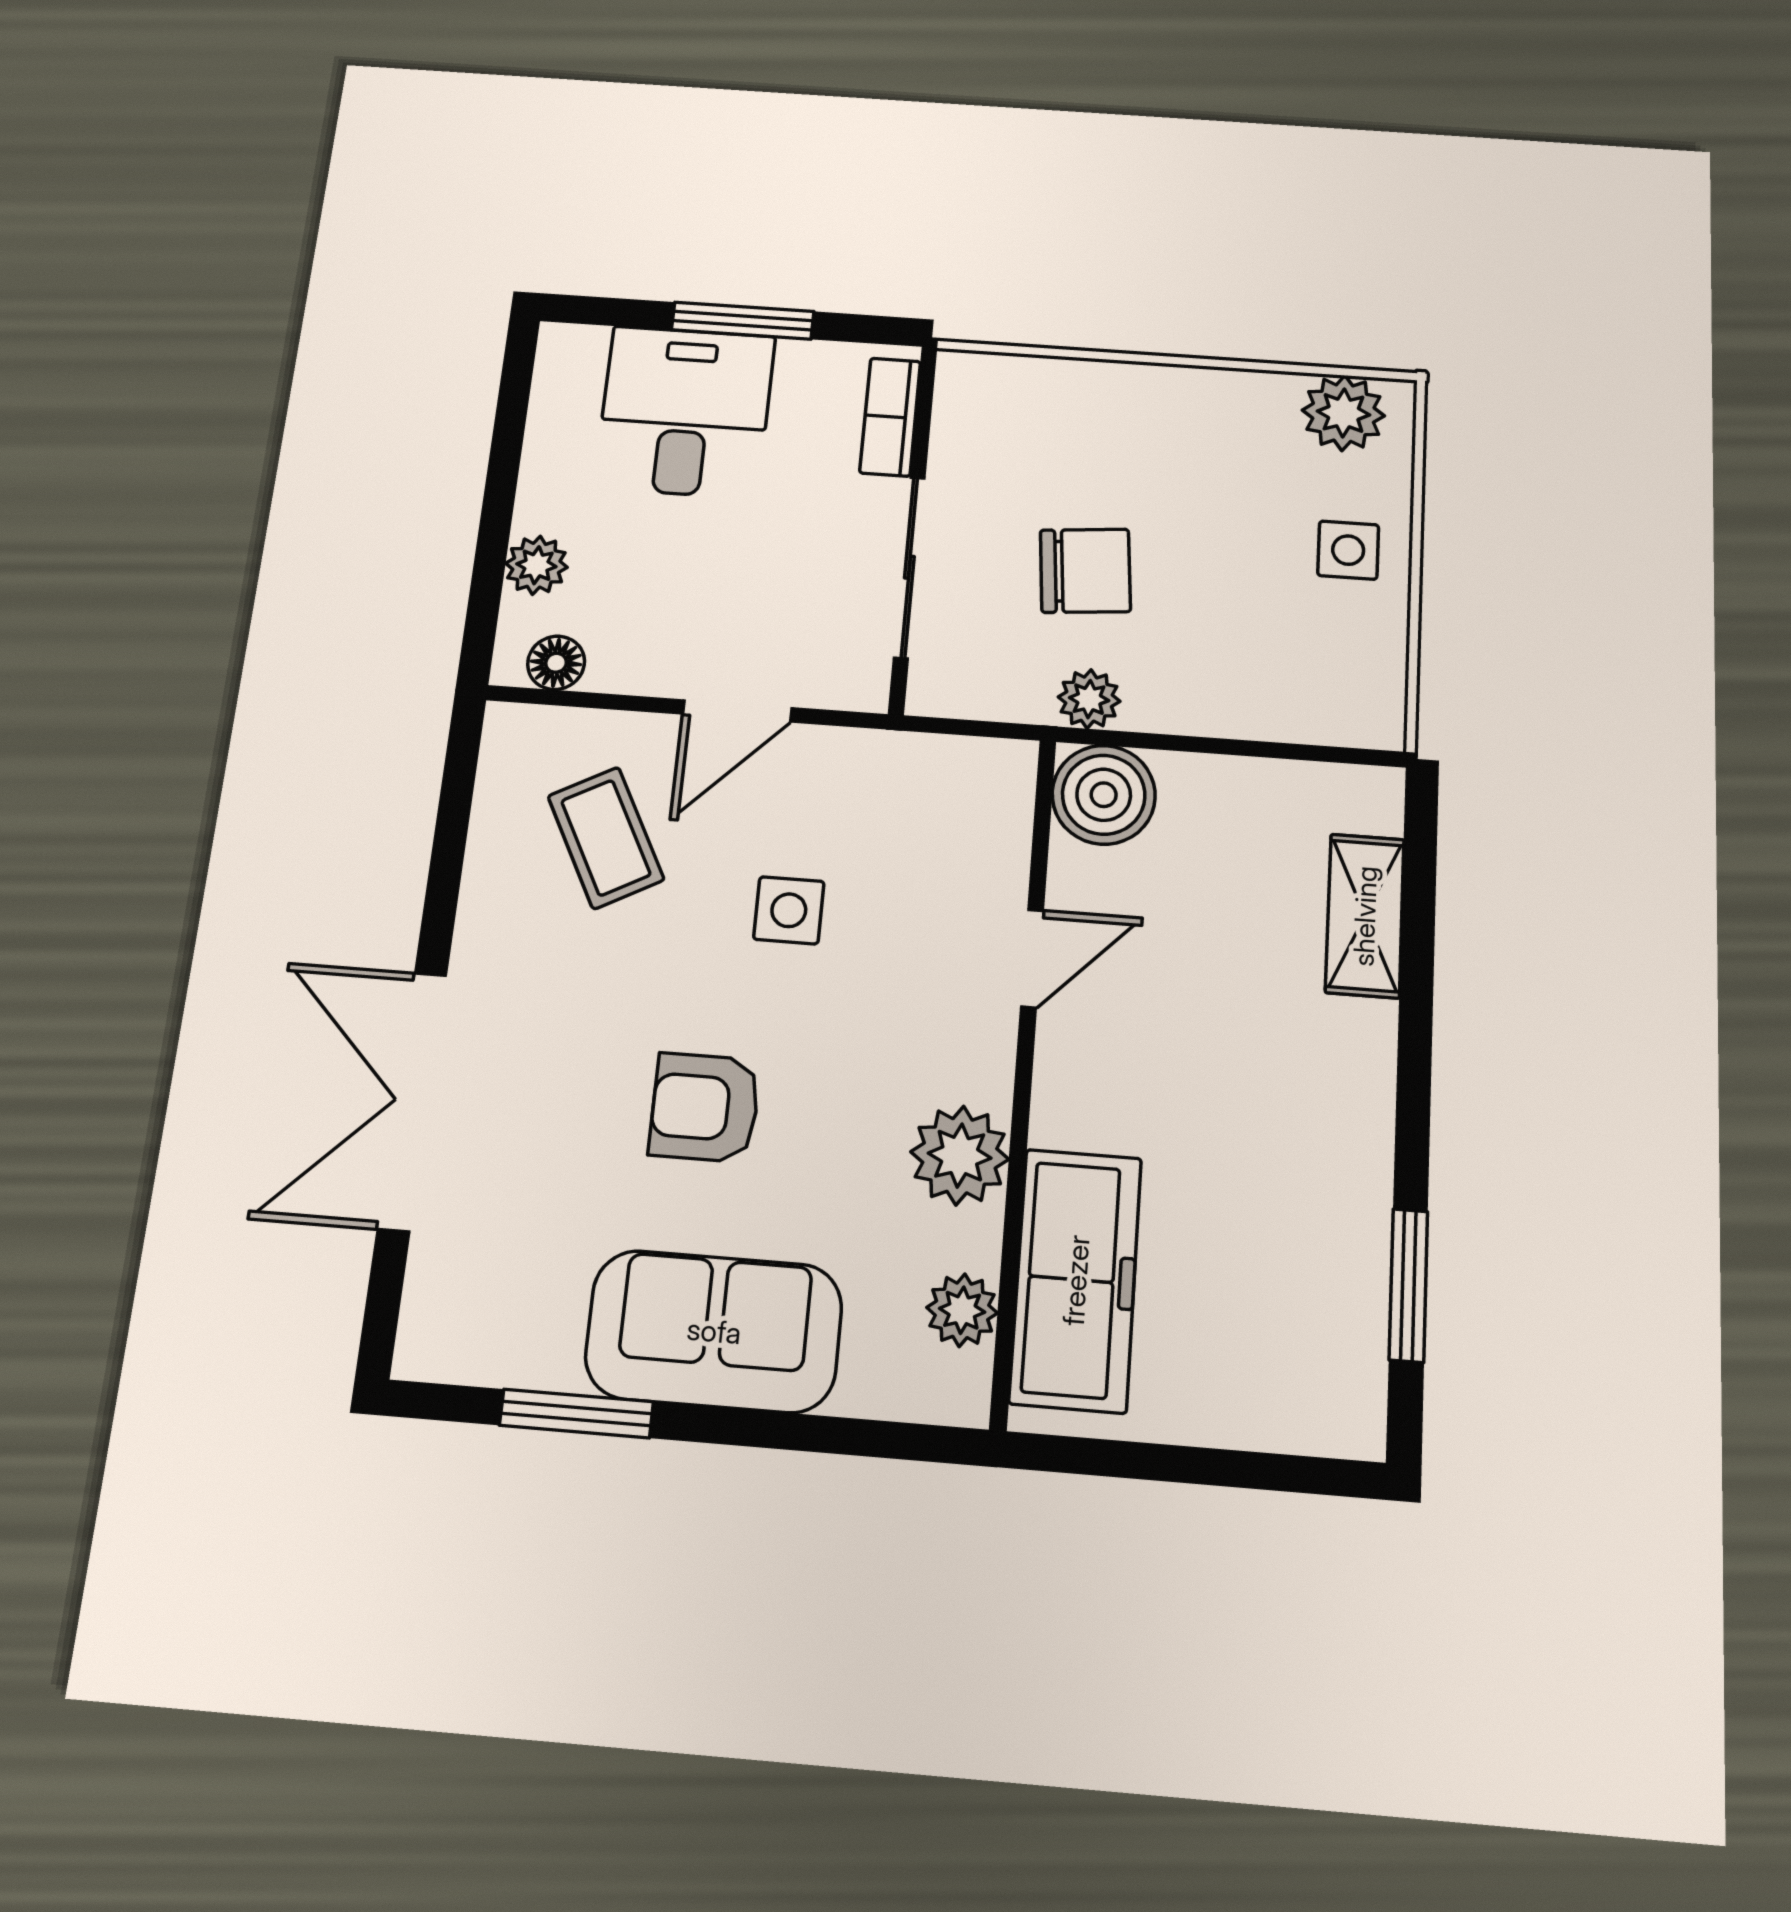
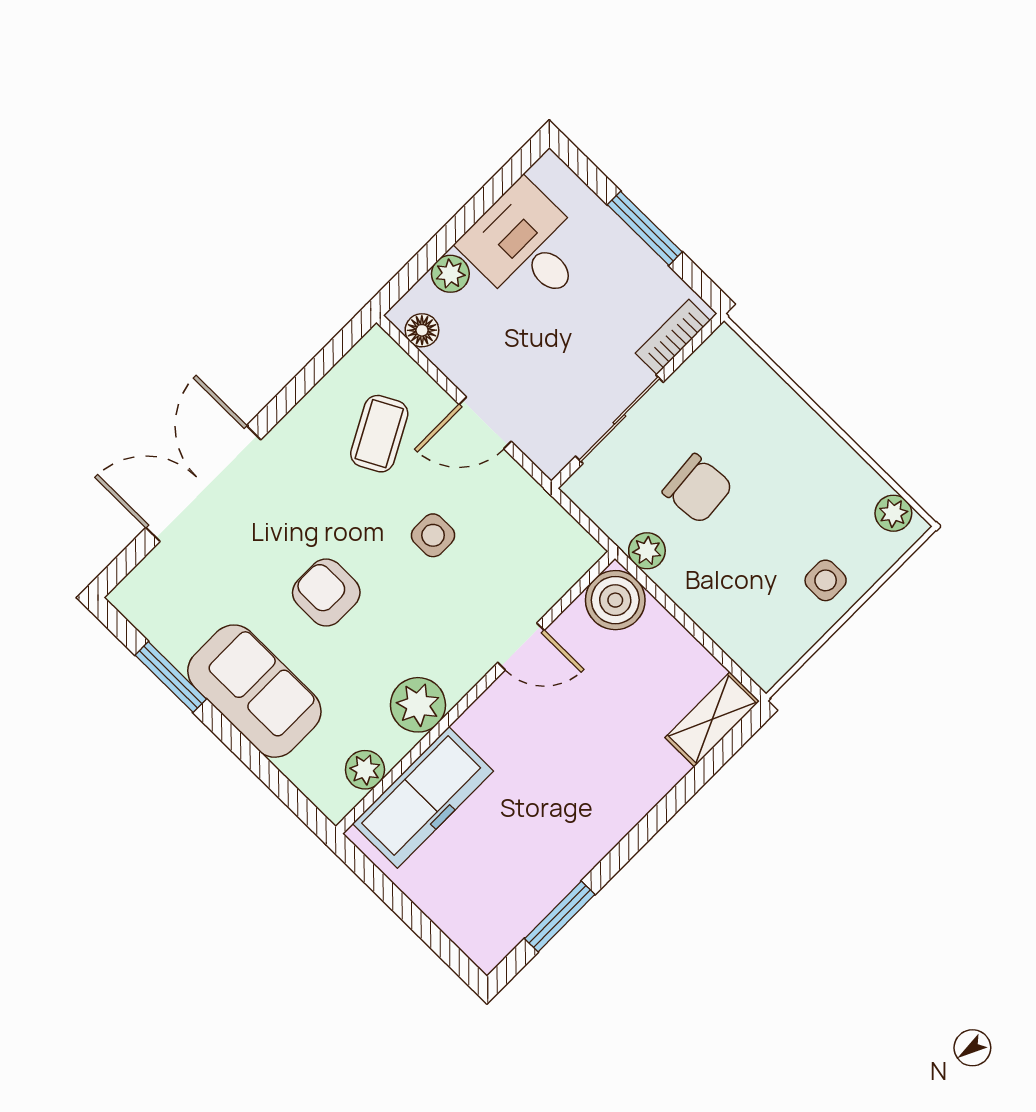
desk: (685, 412) -> (526, 247), moved, turned -90
plant: (1343, 413) -> (893, 513), width x0.73, depth x0.73
shelving: (1365, 916) -> (712, 719), moved

